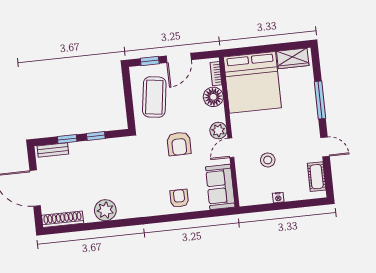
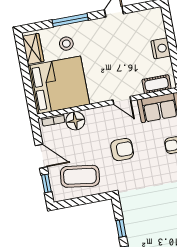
plant: (218, 131) -> (107, 113), removed
stool: (268, 160) -> (66, 44), moved
cot: (317, 177) -> (157, 84), moved
nightstand: (278, 198) -> (161, 48), width x1.89, depth x1.79

